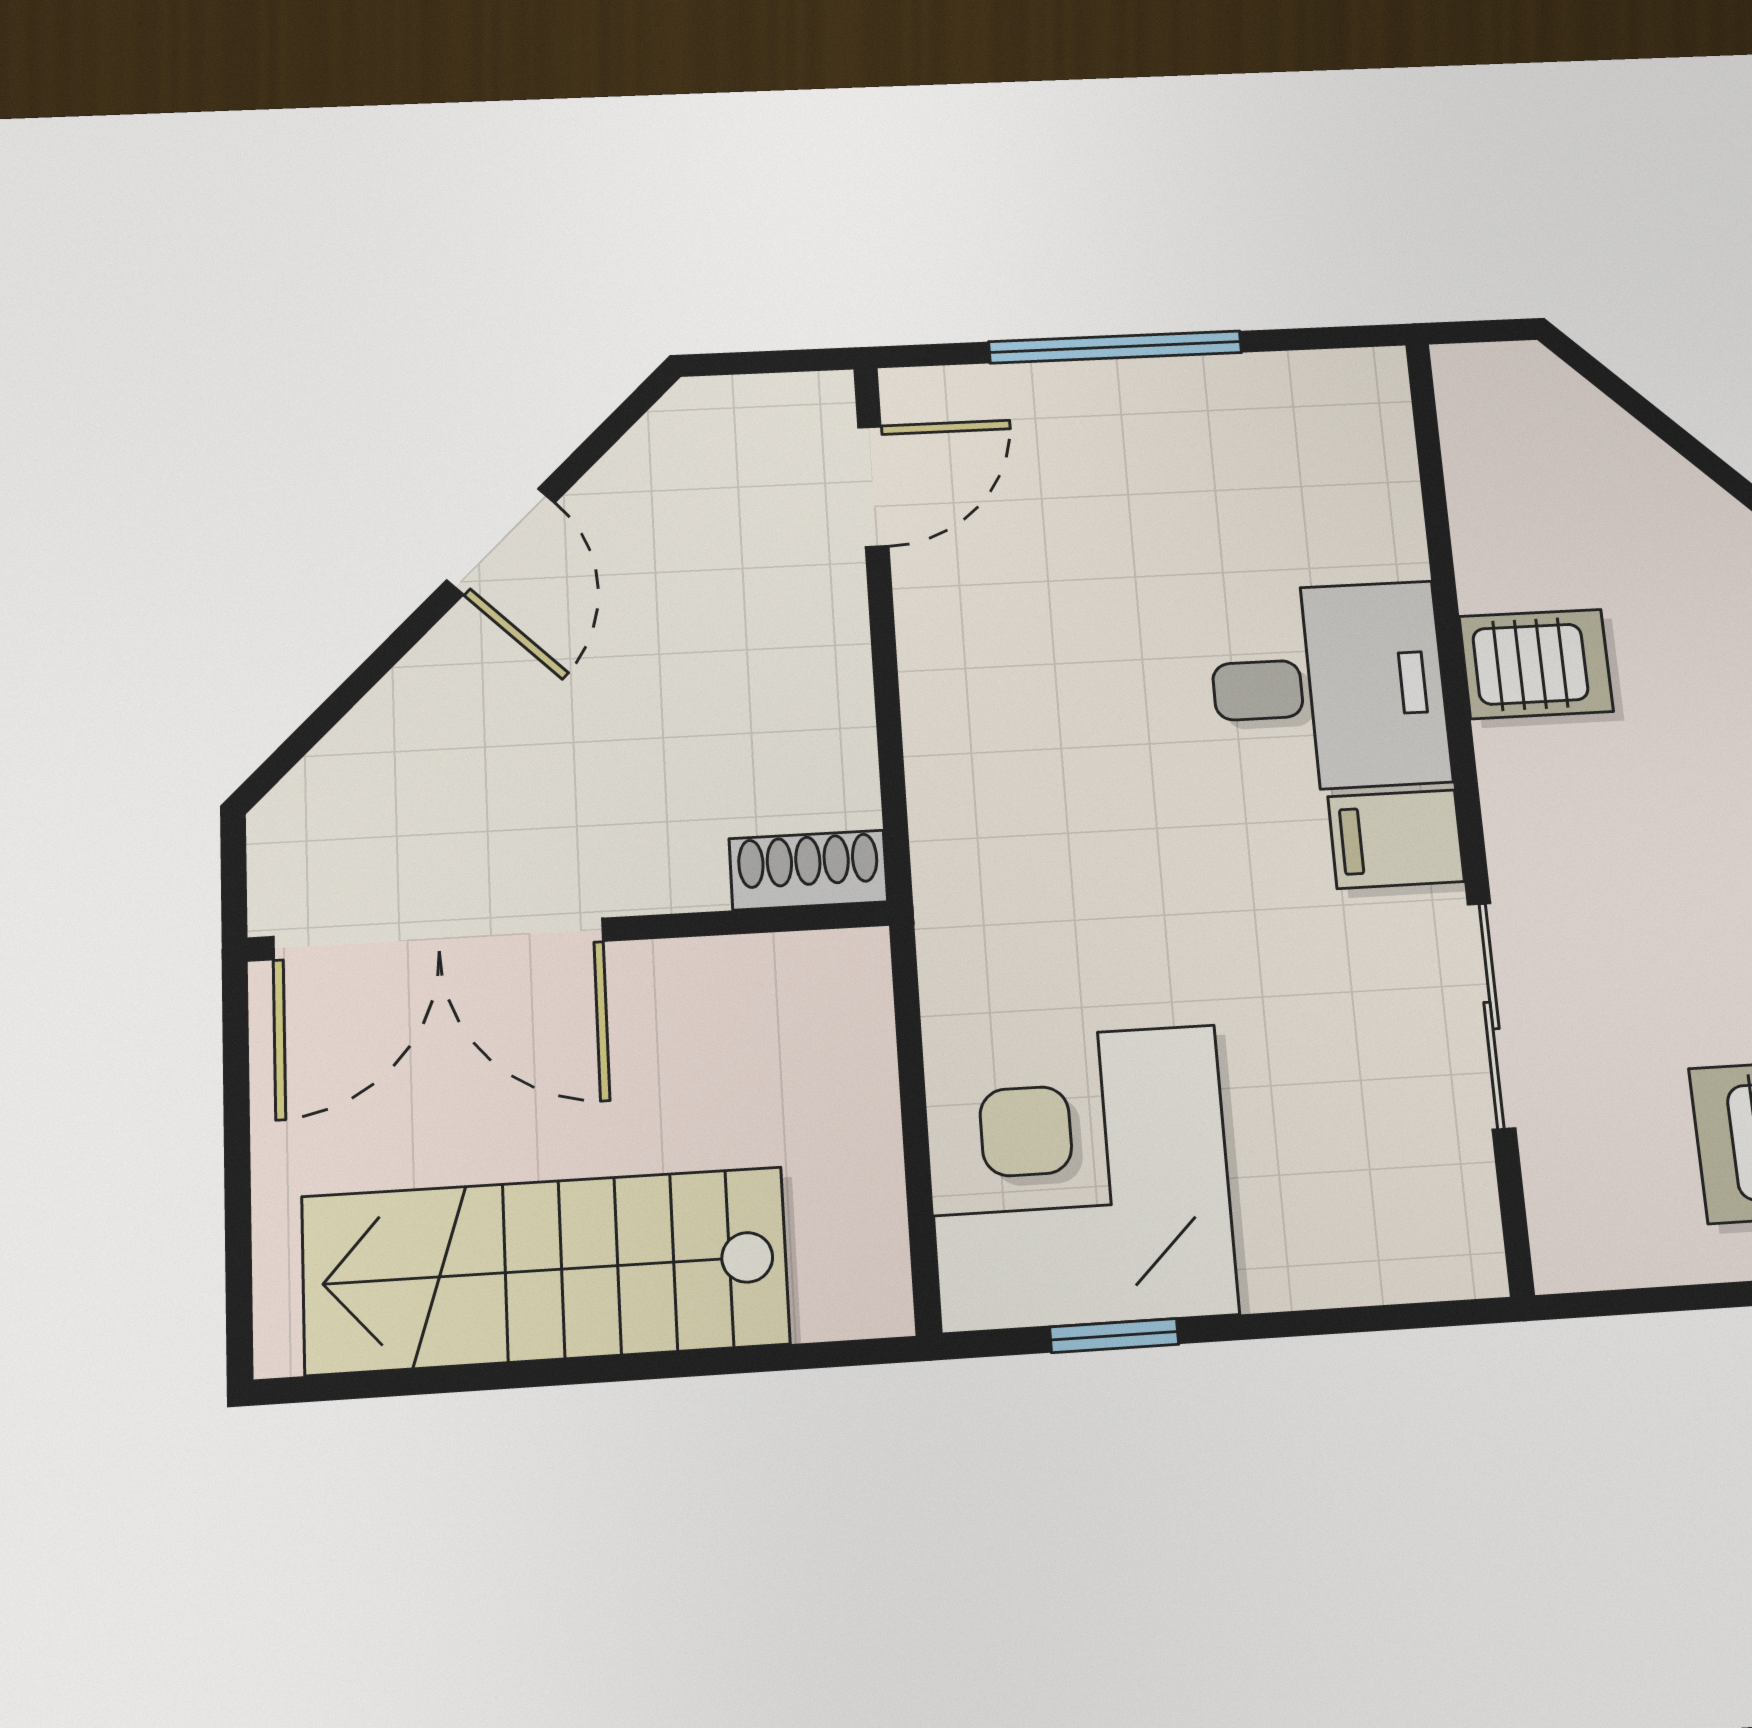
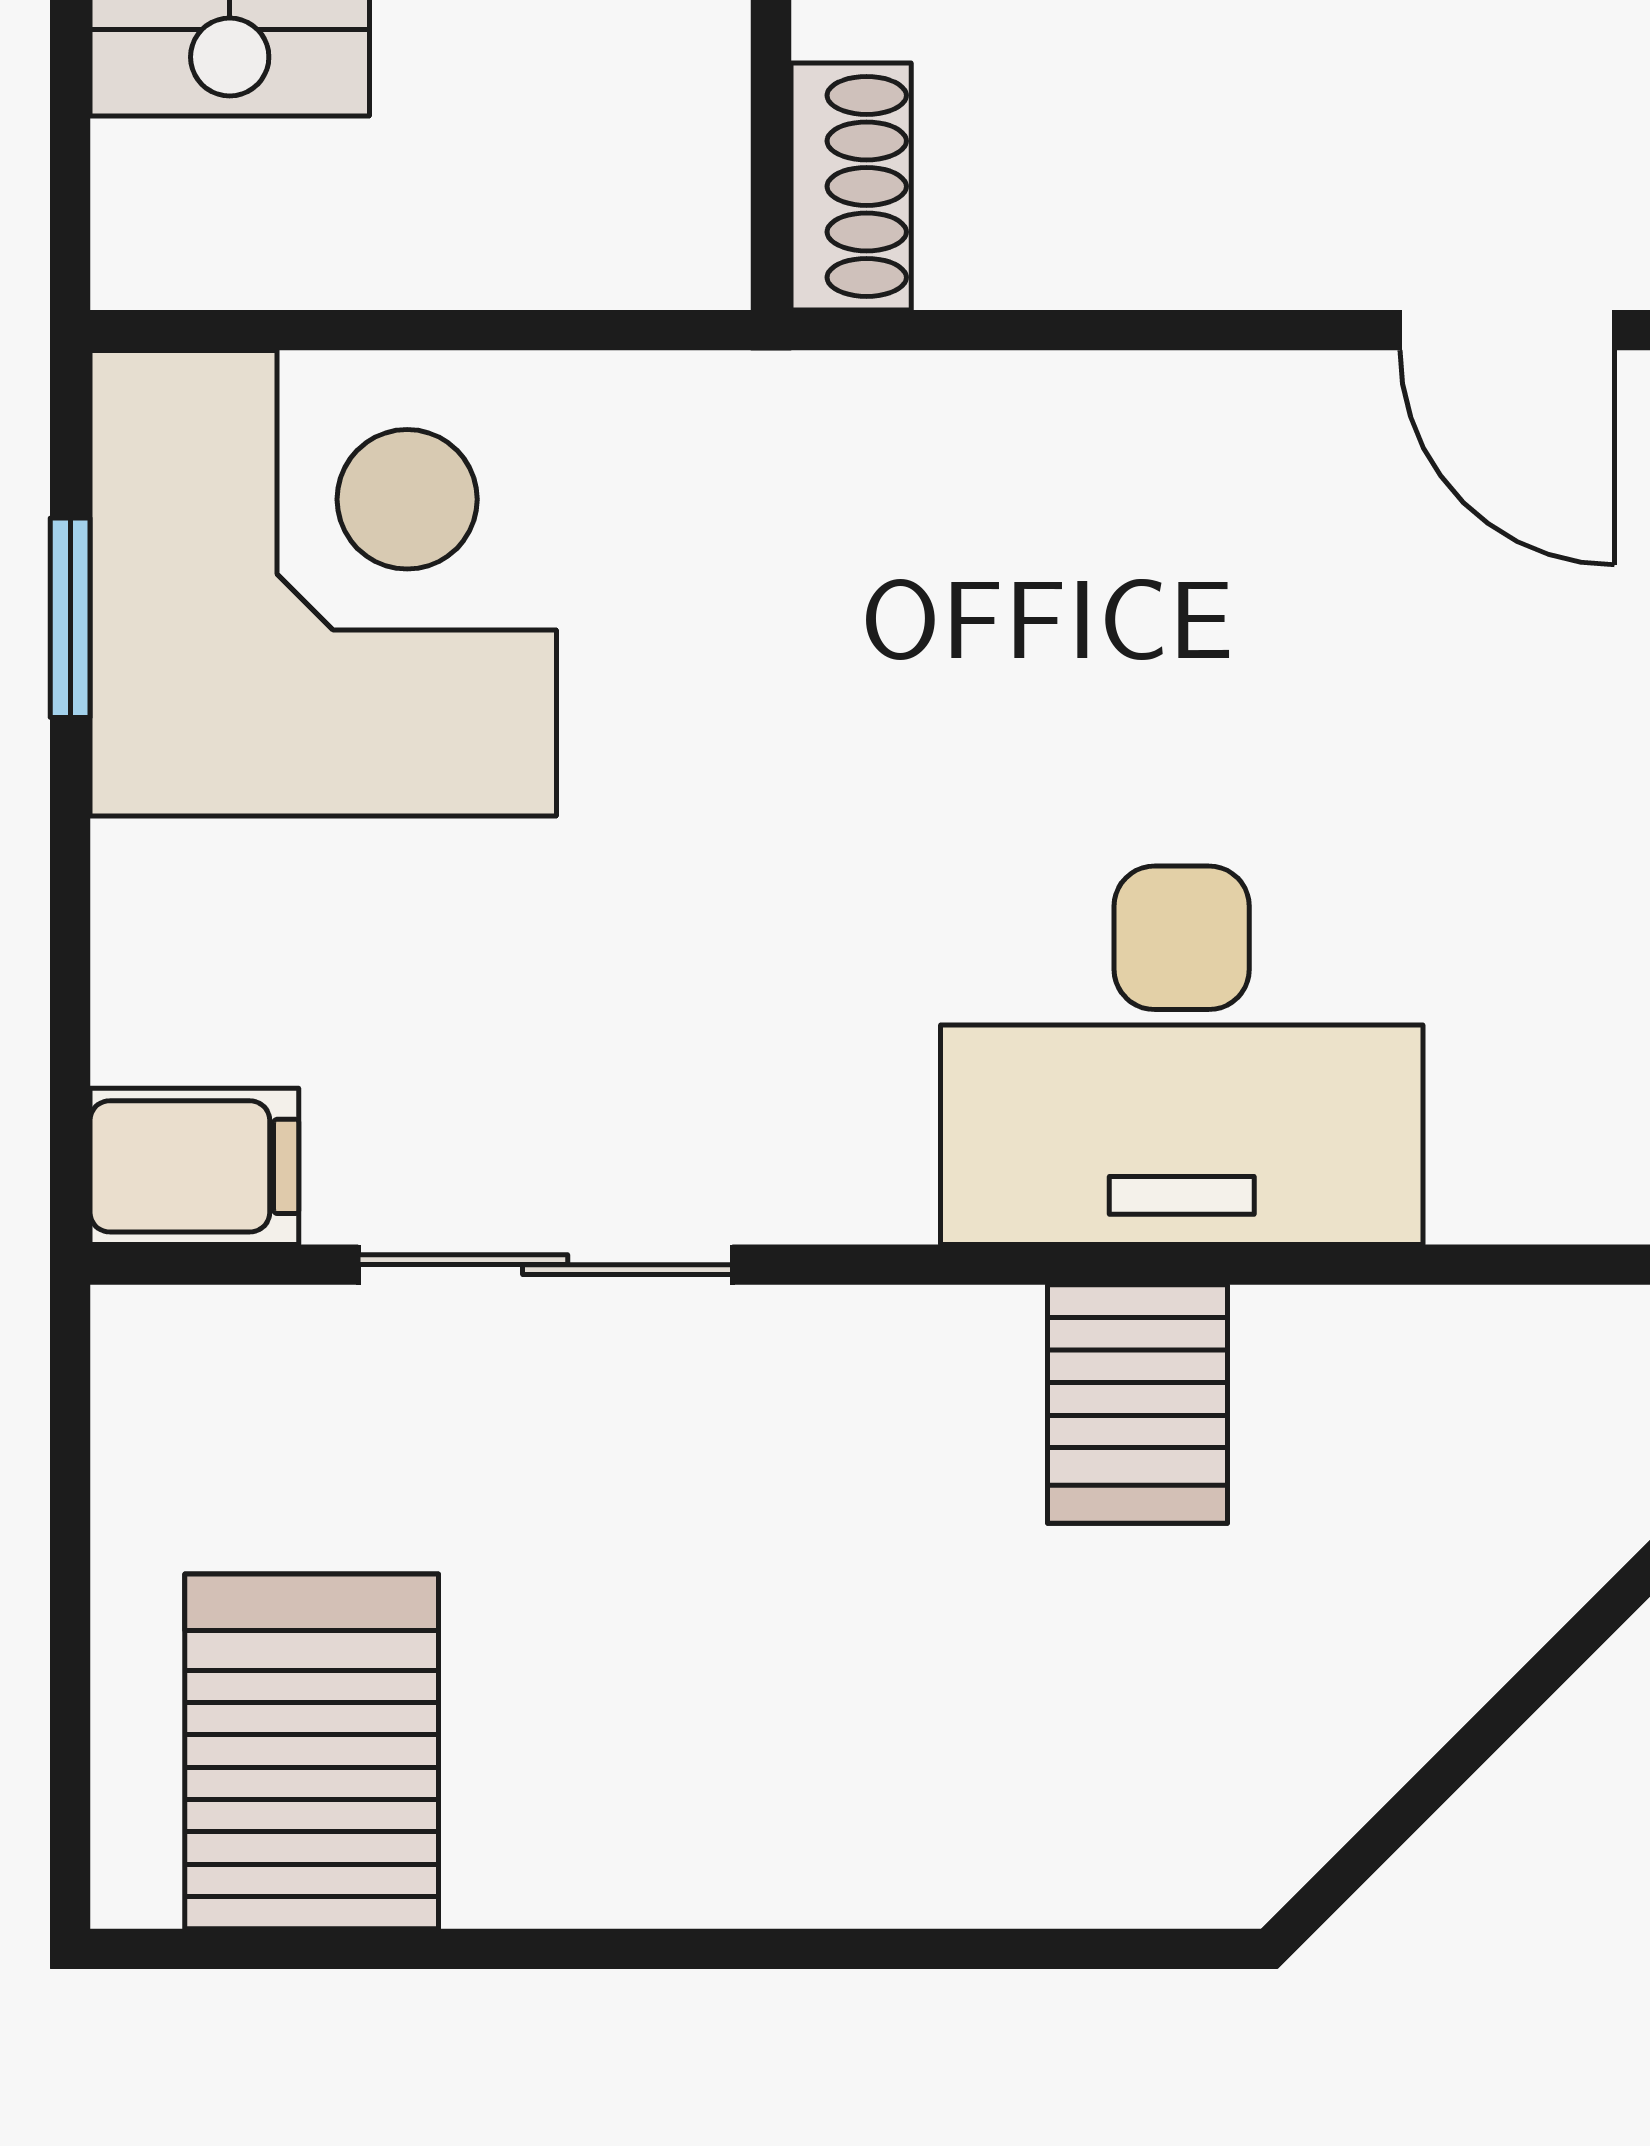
desk: (1329, 687) -> (1182, 1055), width x1.37
filing cabinet: (1396, 839) -> (194, 1166), moved, turned 90

